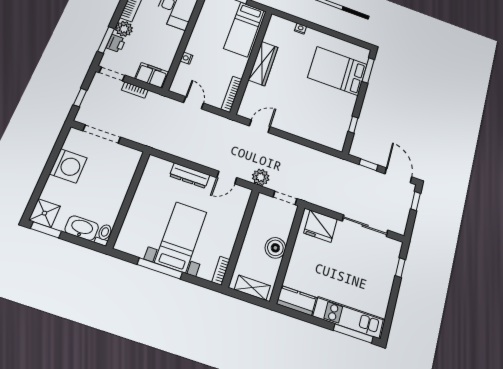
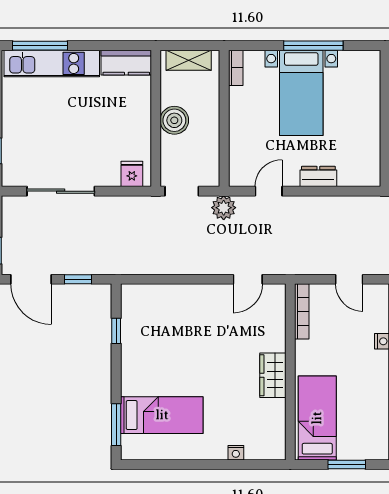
wardrobe: (263, 63) -> (273, 375), width x0.67
bed: (337, 71) -> (162, 415), width x0.67
dresser: (190, 176) -> (318, 176), width x0.70
fridge: (320, 226) -> (132, 174), width x0.53, depth x0.75

